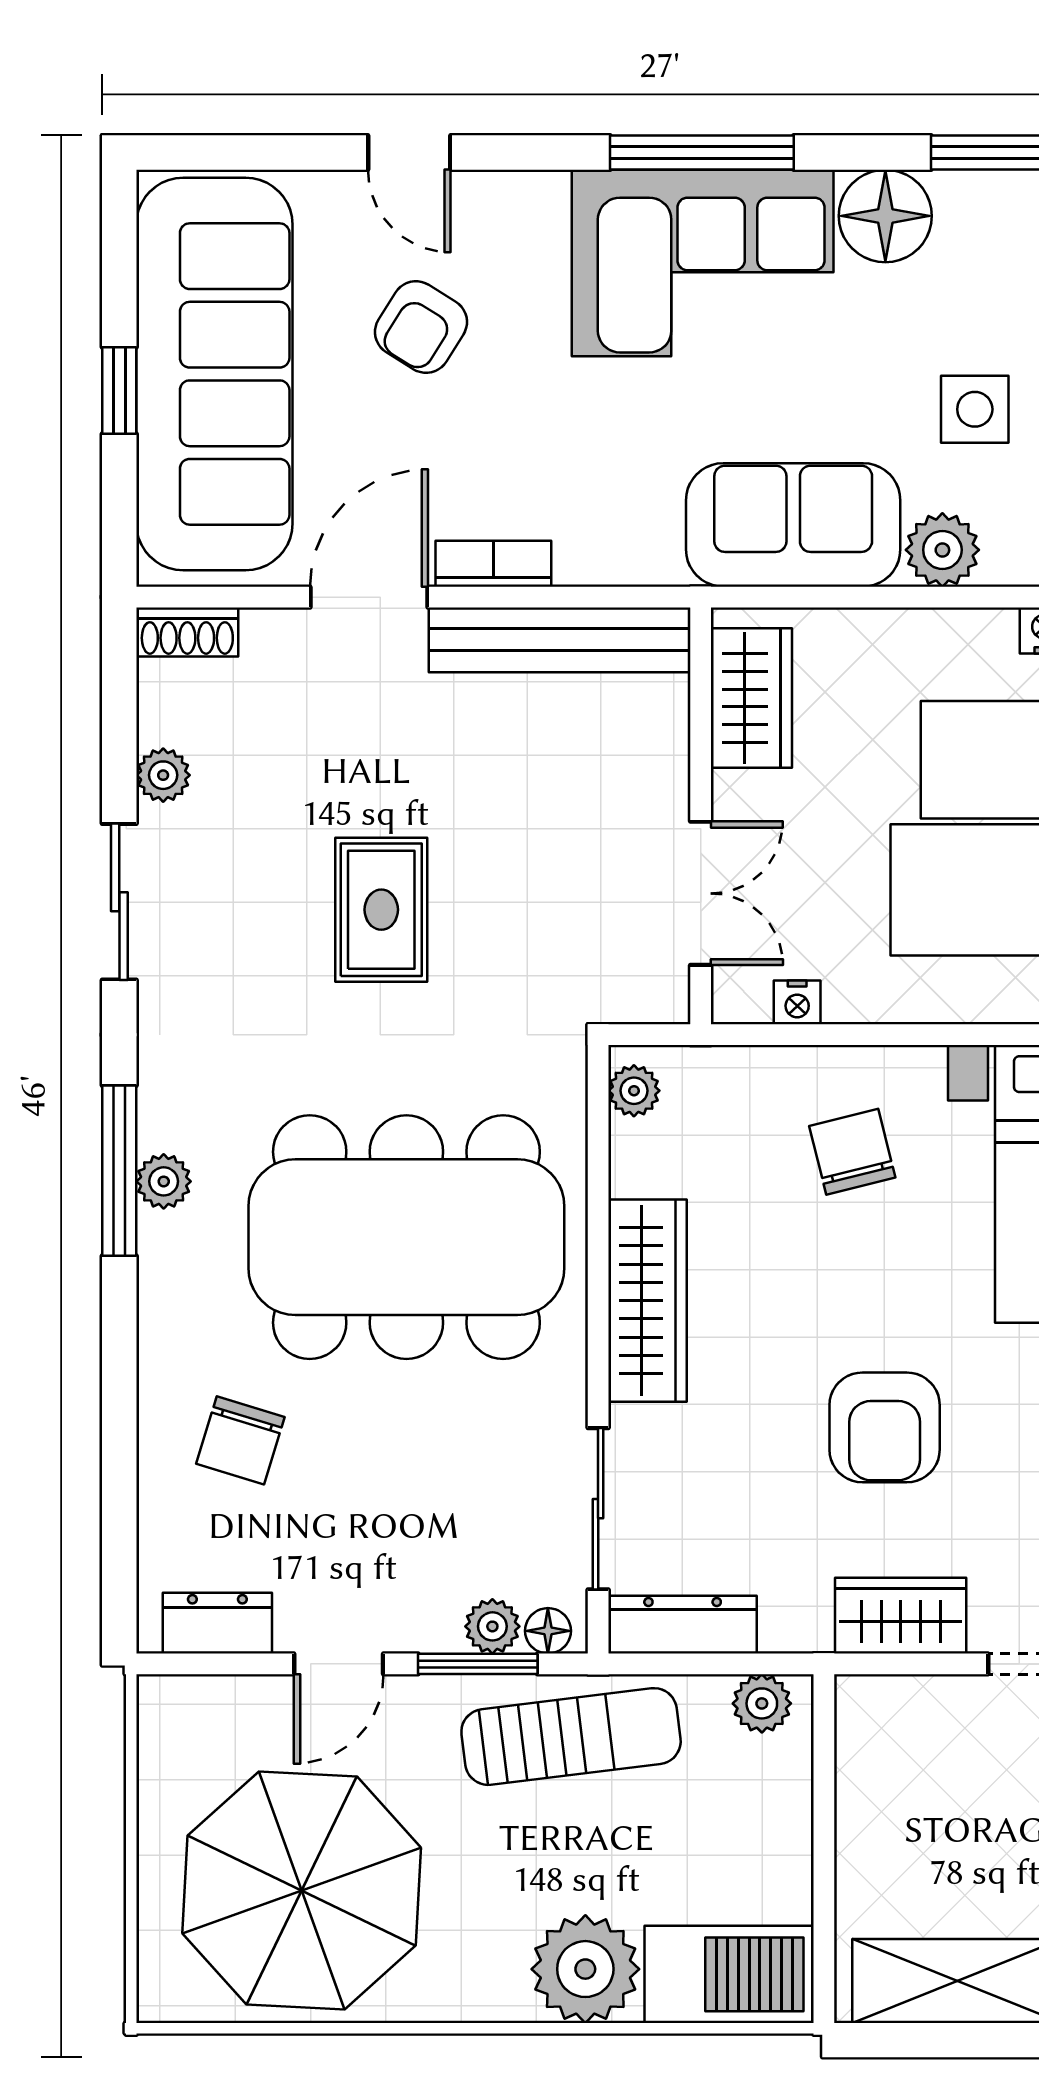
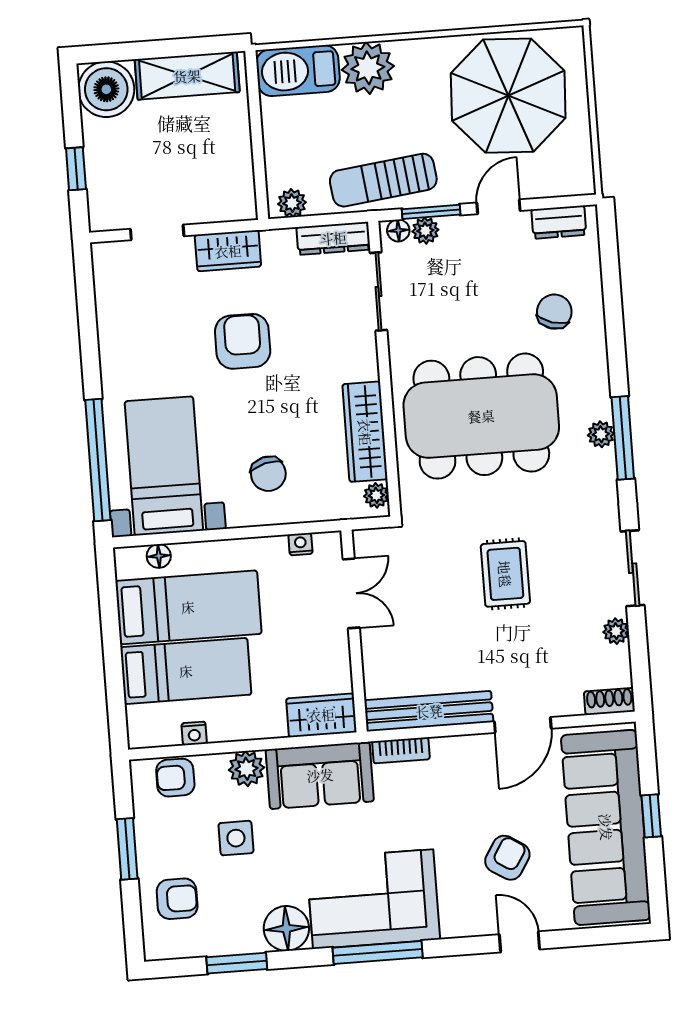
bookcase: (493, 564) -> (401, 750), moved
wardrobe: (751, 698) -> (321, 715), moved, turned 90
double door: (701, 893) -> (351, 593), swing flipped
wardrobe: (647, 1301) -> (365, 432), moved

